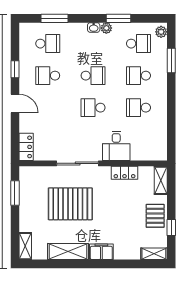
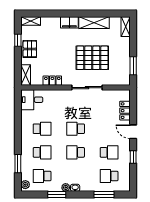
school desk: (93, 108) -> (76, 129), turned 180
desk: (116, 146) -> (32, 100), moved, turned -90
locker: (26, 147) -> (125, 111), moved

